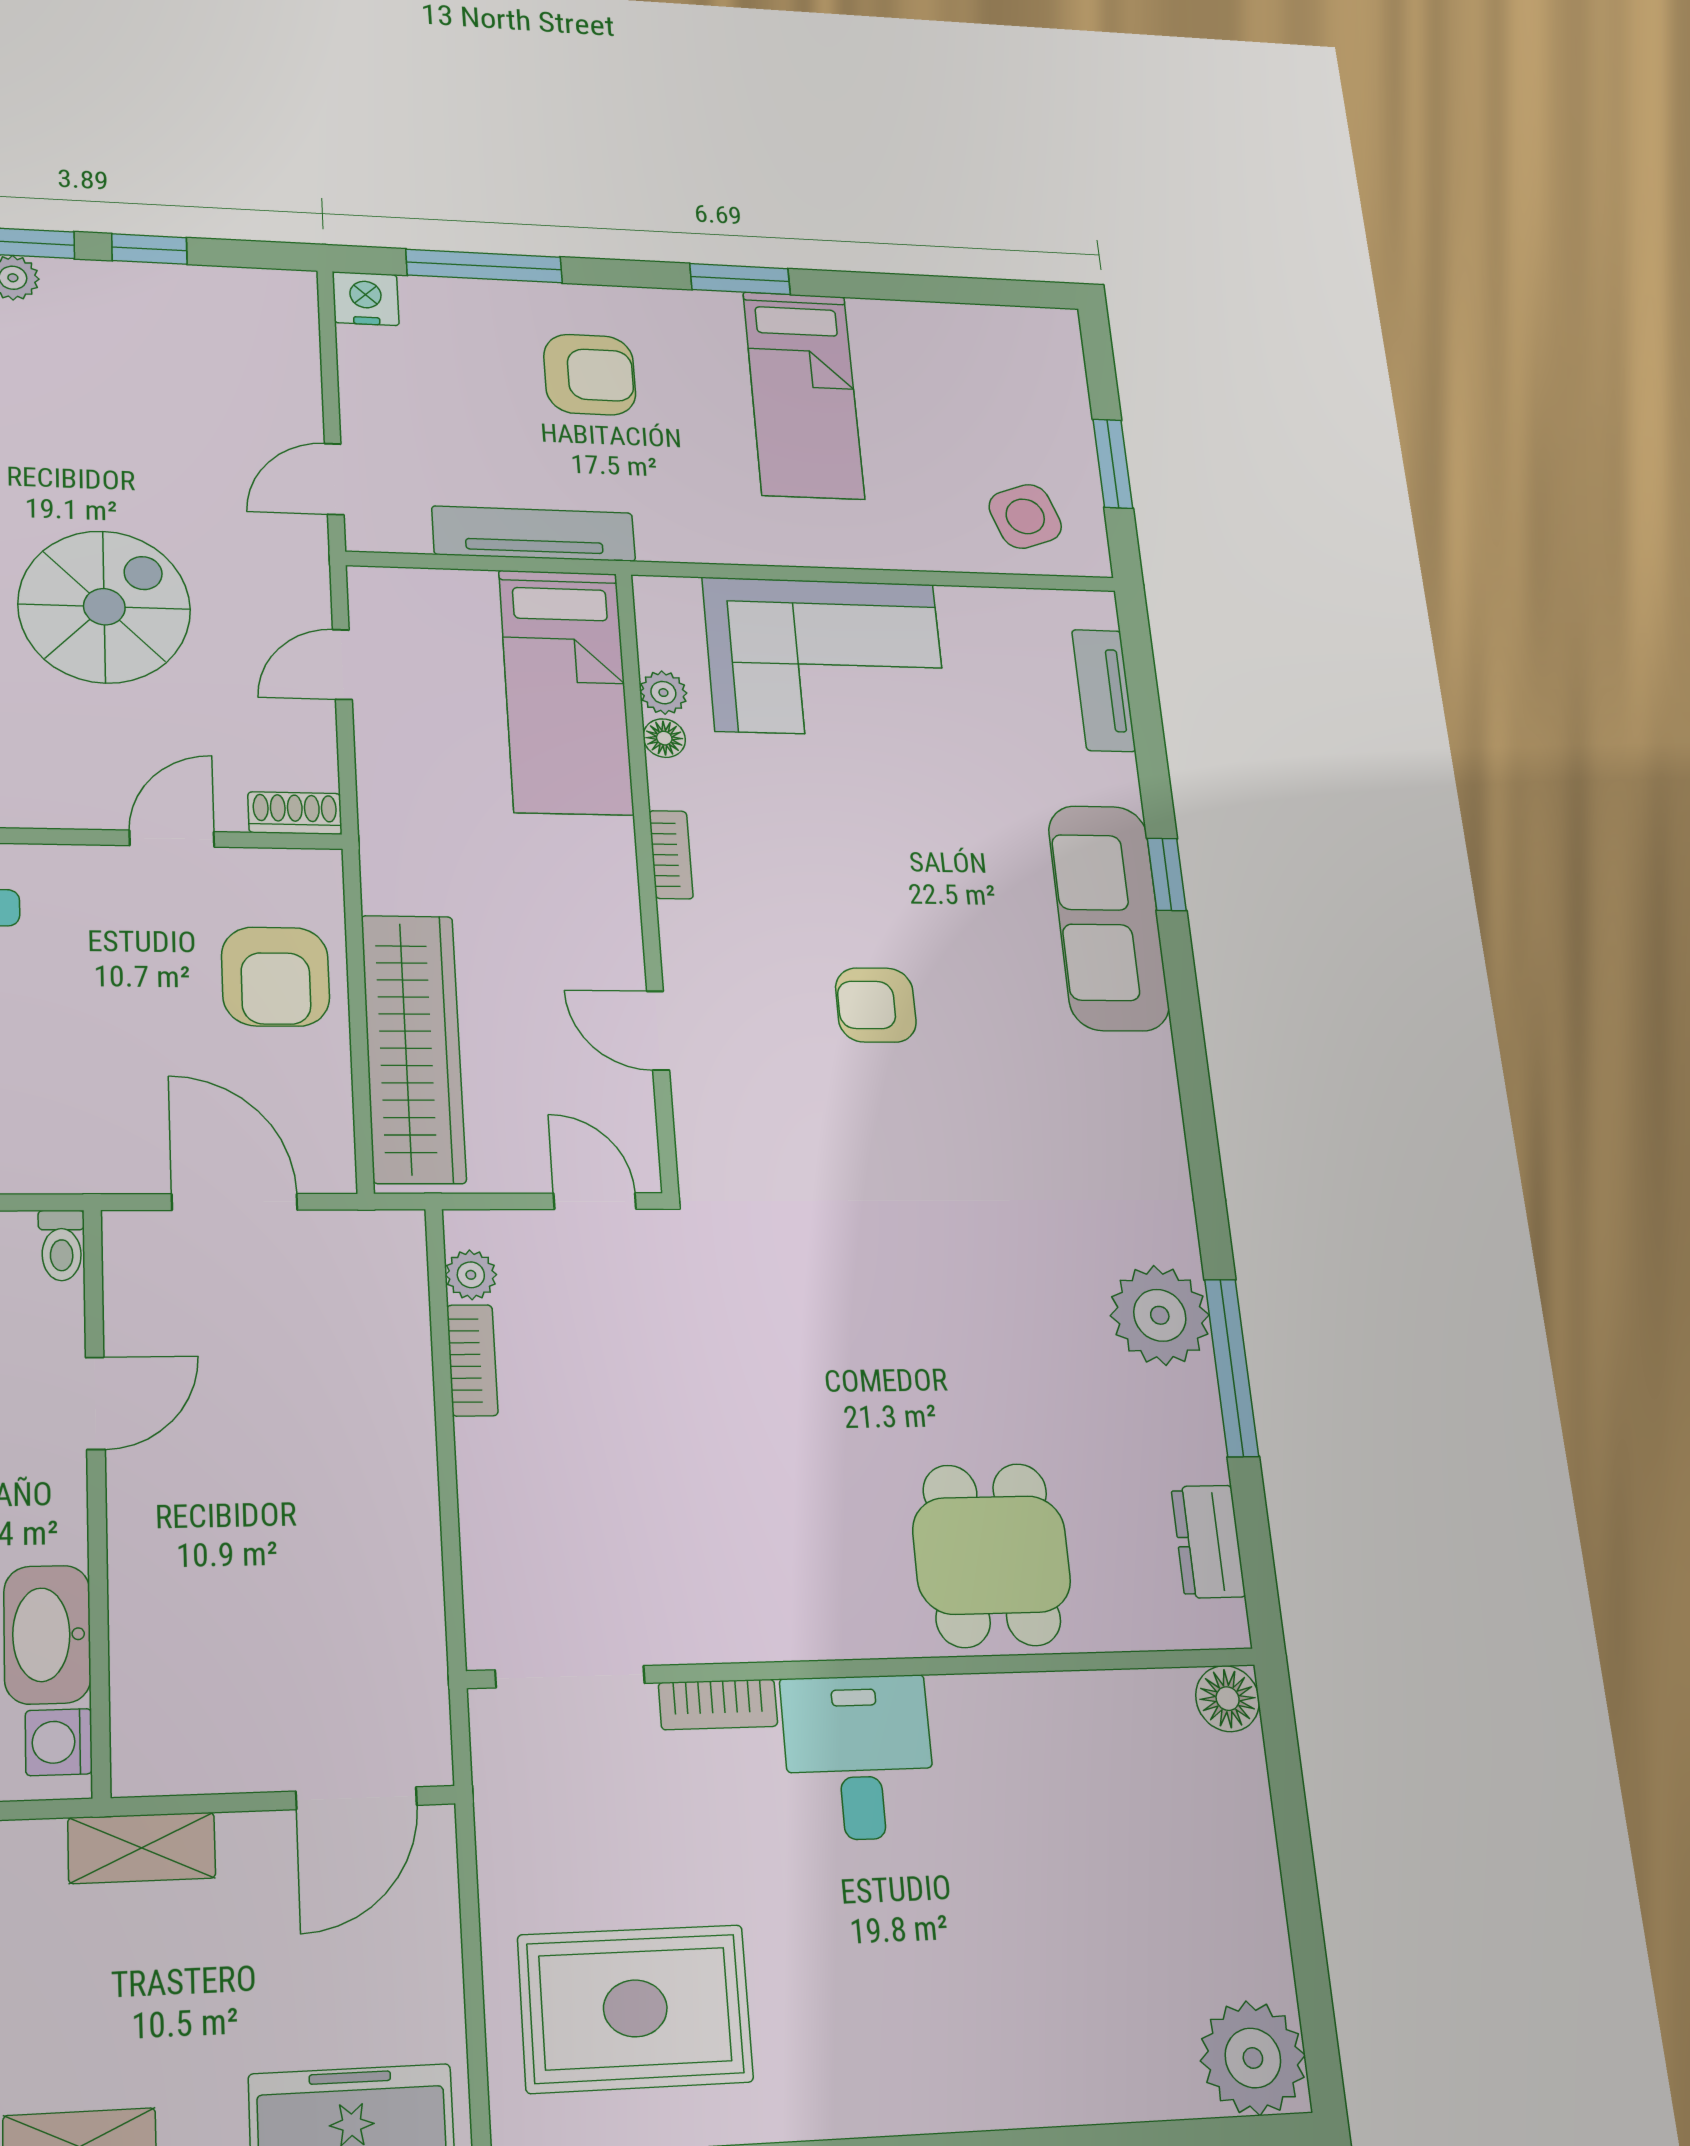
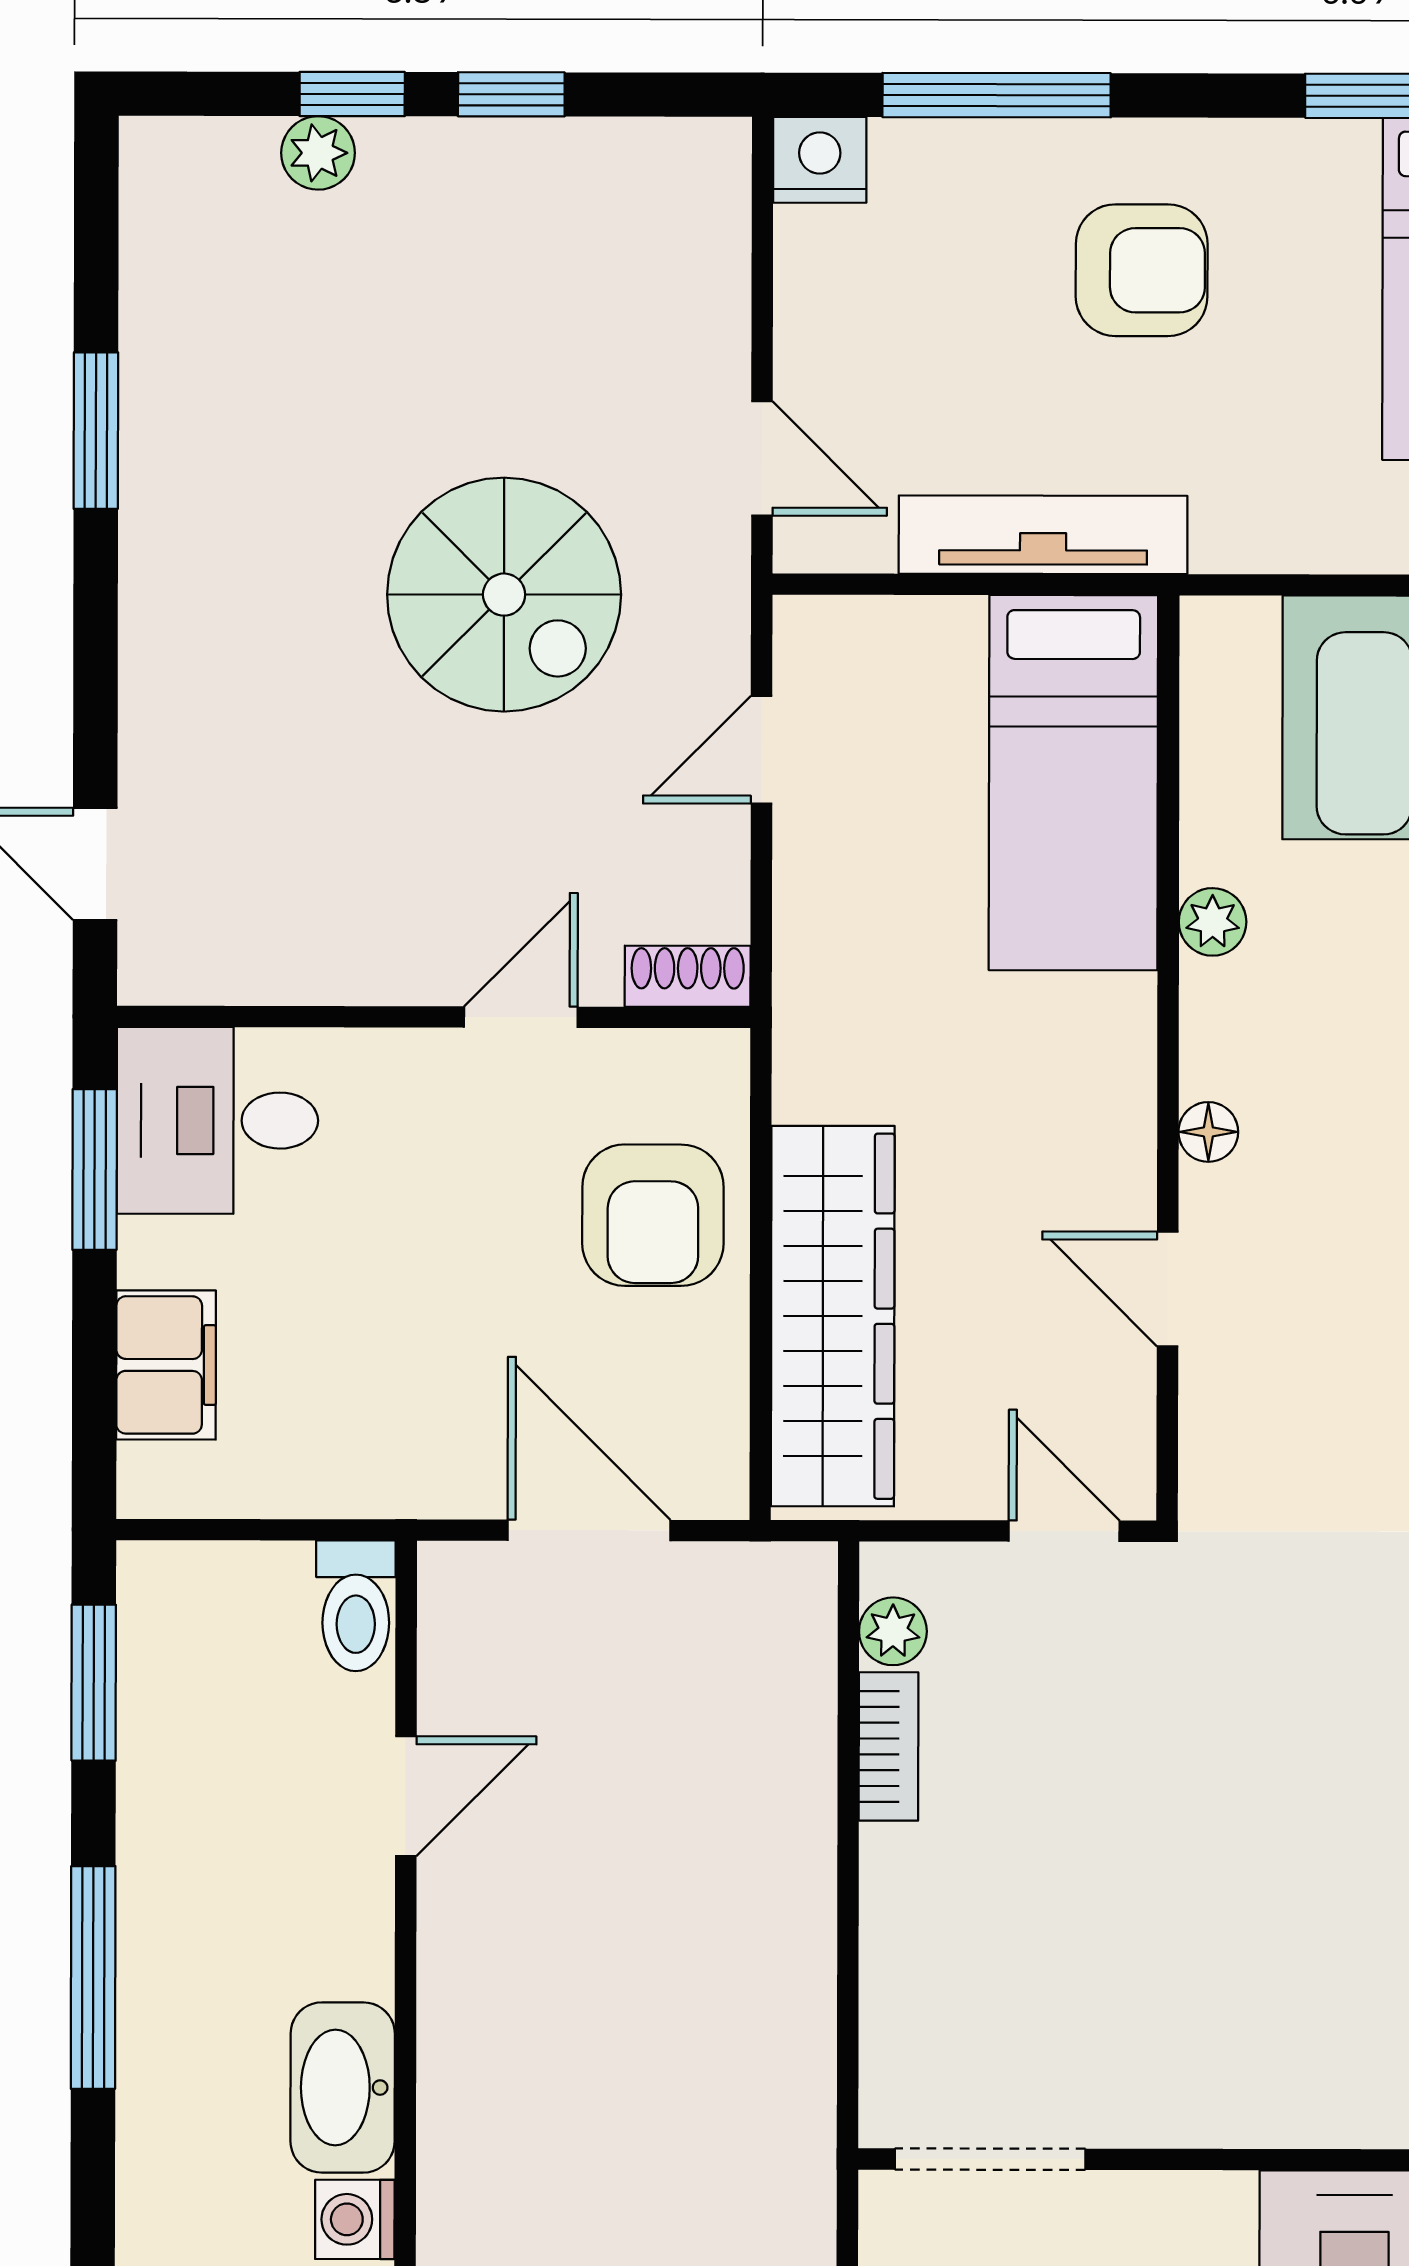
door: (334, 479) -> (762, 458), swing flipped
spiral stairs: (104, 607) -> (504, 595), moved, turned 90
plant: (663, 693) -> (1213, 922), moved
floor lamp: (664, 738) -> (1208, 1132), moved
bookcase: (671, 855) -> (1205, 1029), removed
toilet: (61, 1245) -> (356, 1606), width x1.37, depth x1.39
bookcase: (718, 1704) -> (1178, 2200), removed

